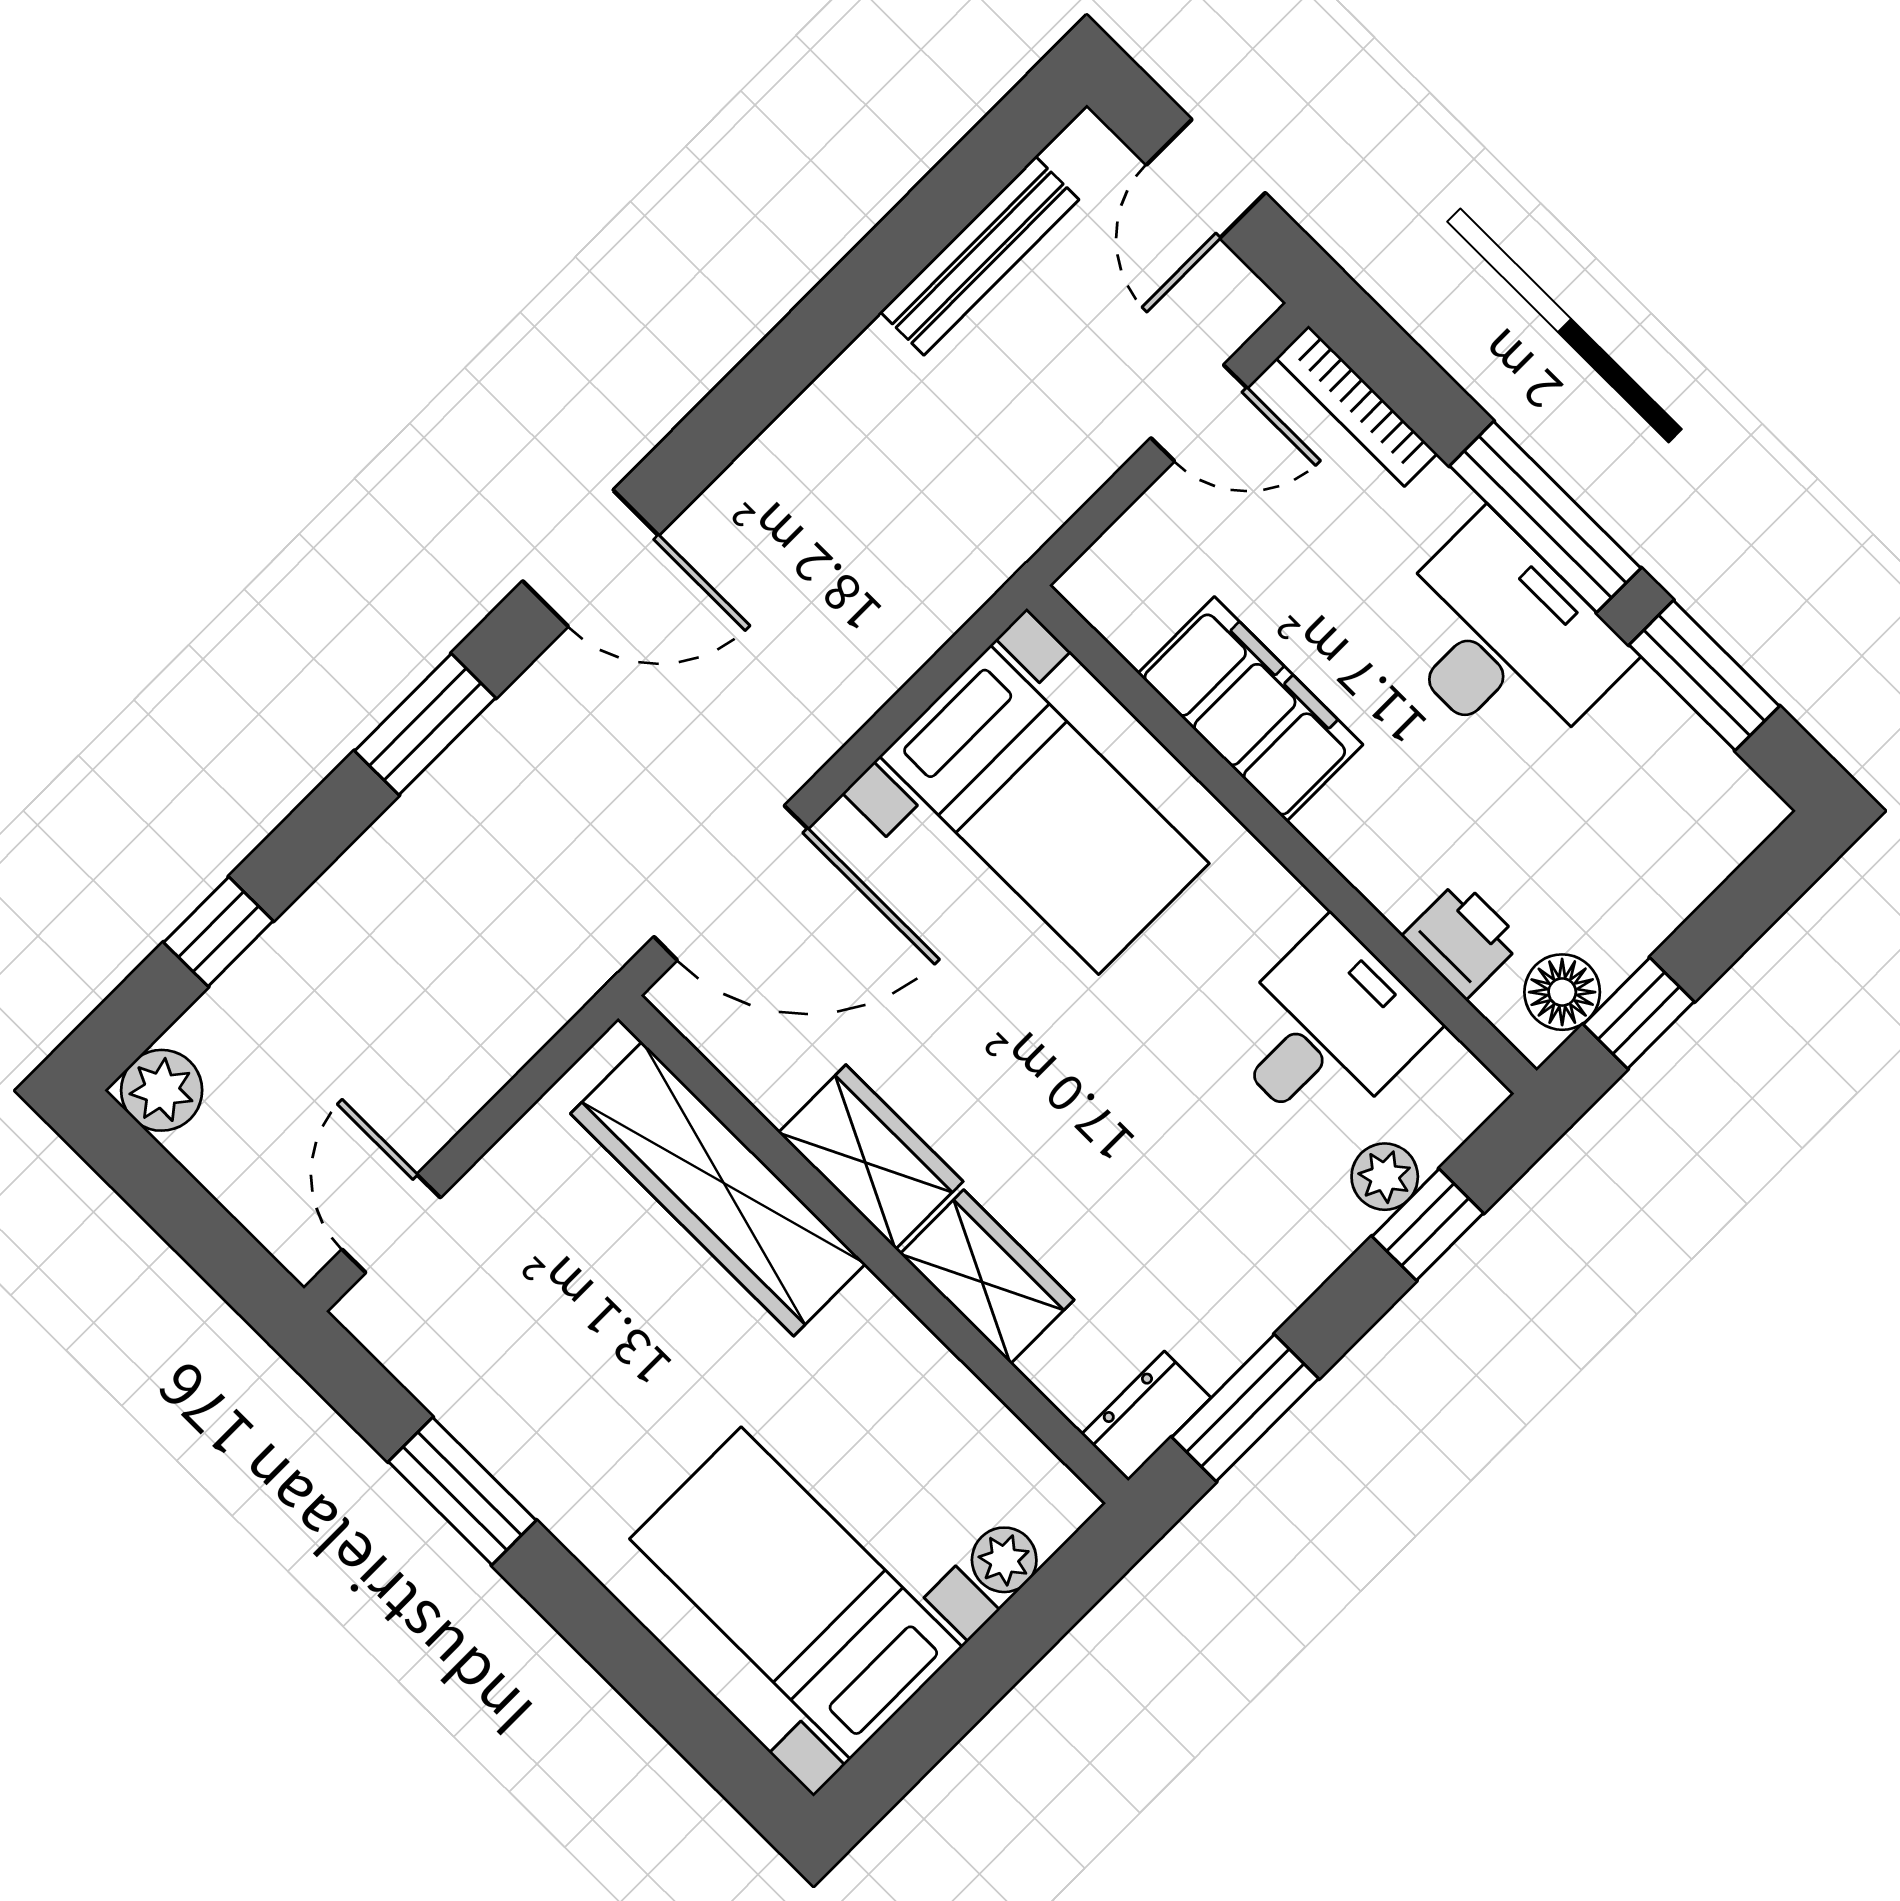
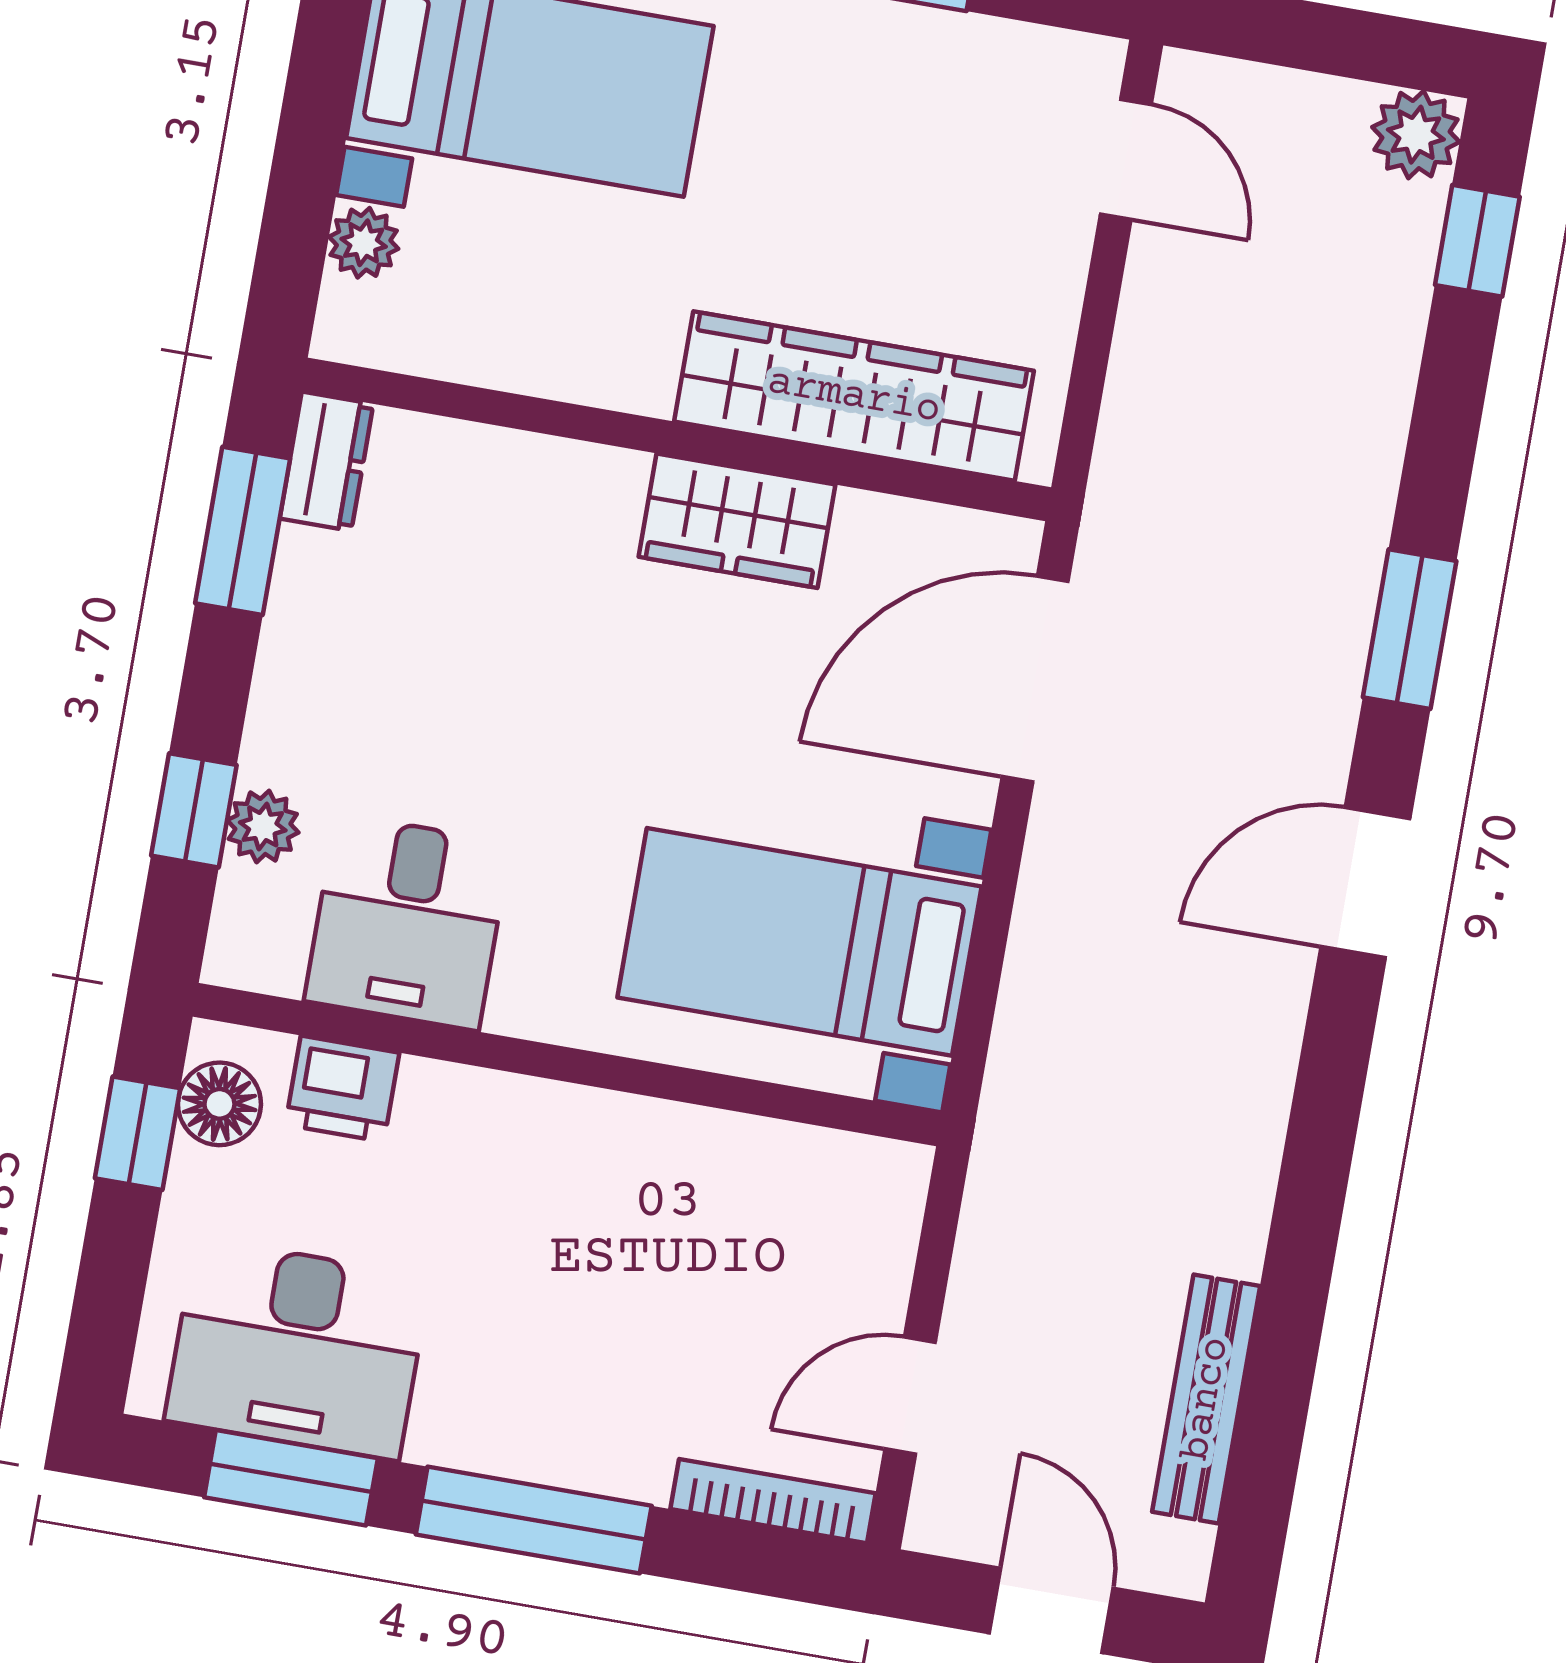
desk: (1504, 640) -> (297, 1349), moved
filing cabinet: (1250, 709) -> (678, 1162), removed
window: (218, 932) -> (1477, 241), moved
wardrobe: (987, 1277) -> (557, 486), removed

